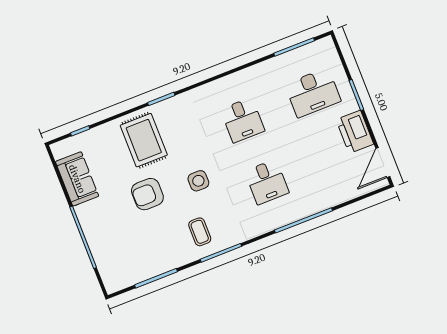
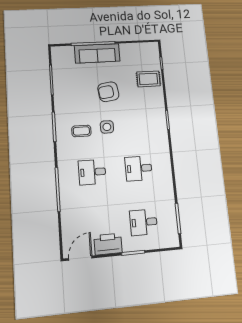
desk: (313, 93) -> (144, 222), width x0.73
rug: (144, 140) -> (148, 79), moved, width x0.73, depth x0.70
door: (383, 163) -> (80, 258), hinge flipped
sofa: (77, 179) -> (97, 53), moved, width x1.36
armchair: (147, 194) -> (108, 92), turned -98
coffee table: (200, 232) -> (81, 131), moved

